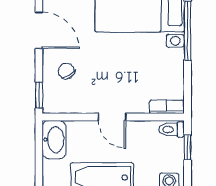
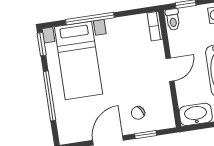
window: (39, 95) -> (146, 135), moved

